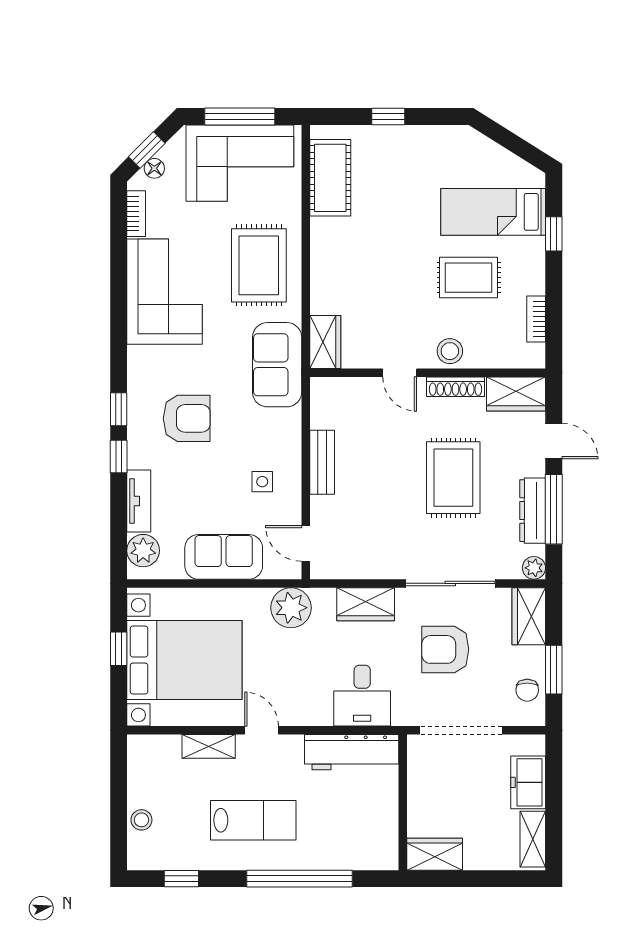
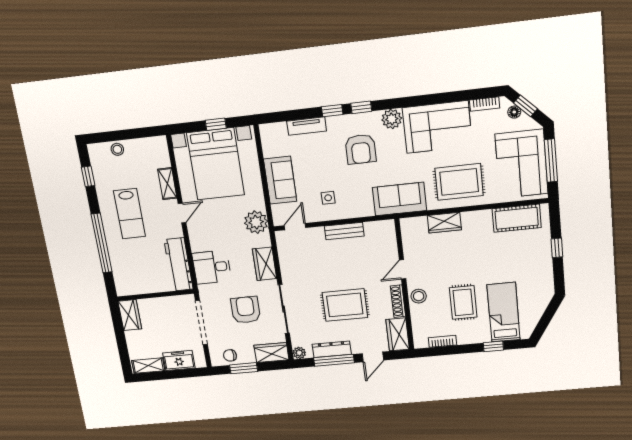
wardrobe: (325, 342) -> (444, 223), moved
plant: (143, 551) -> (392, 119), moved

